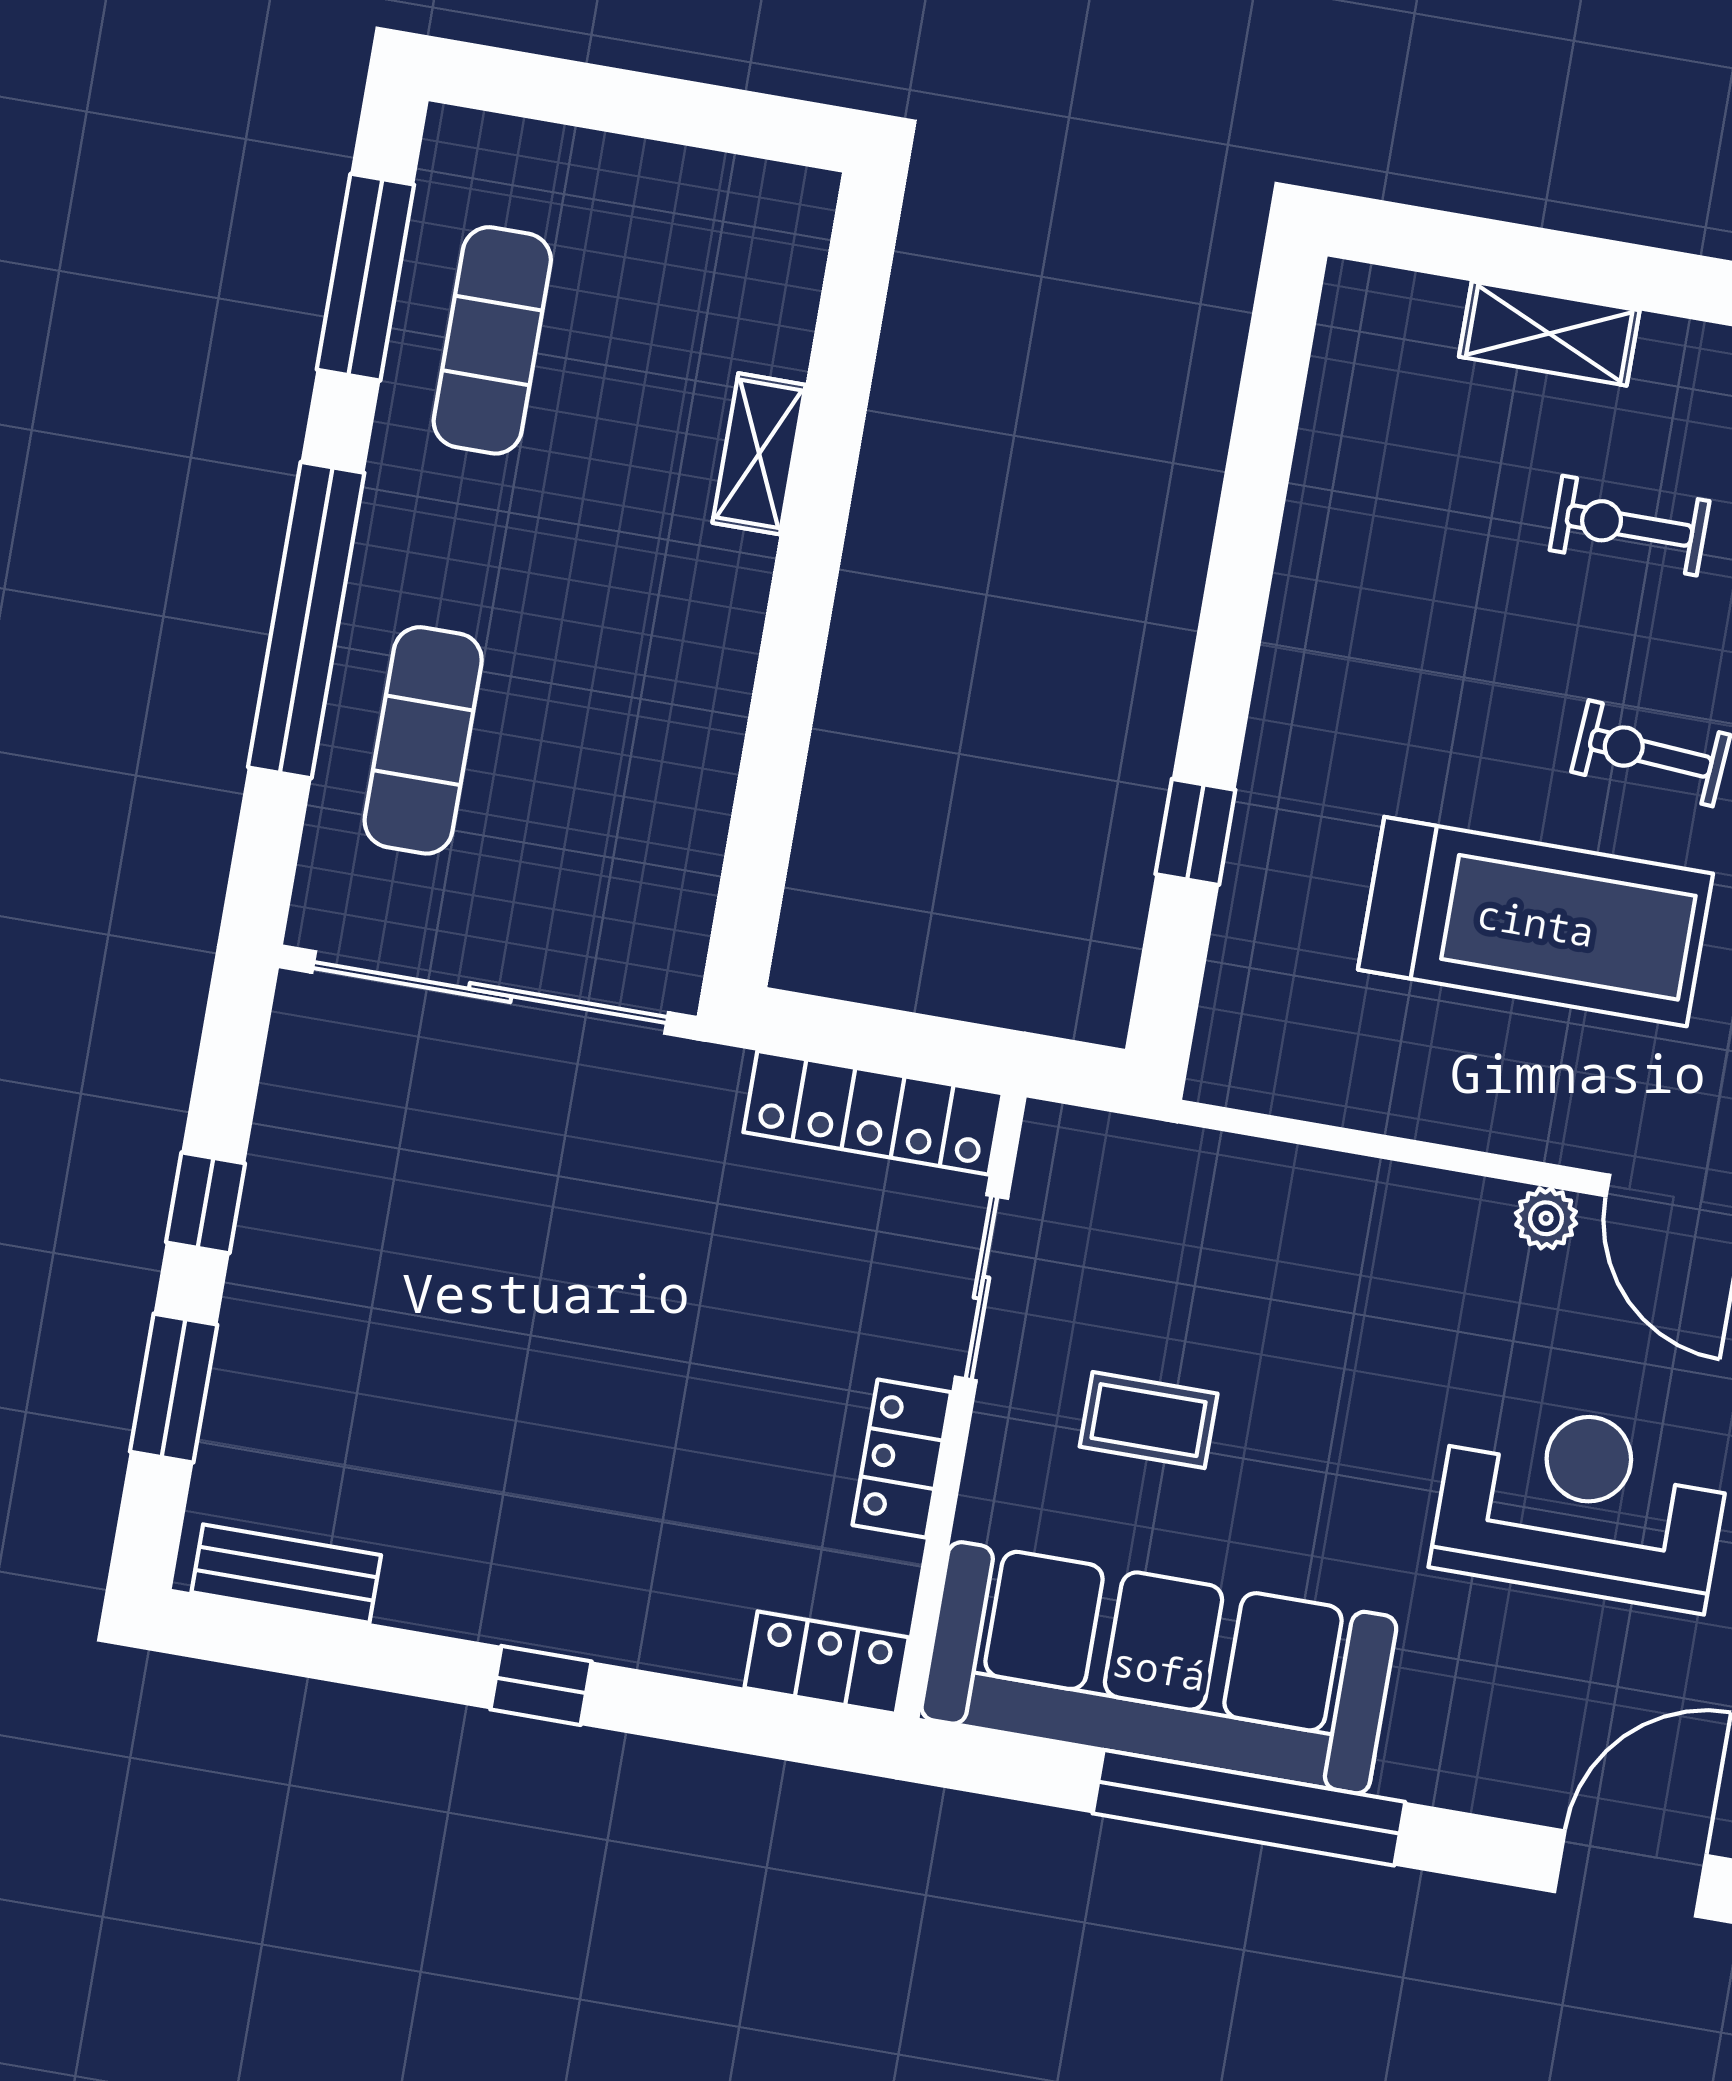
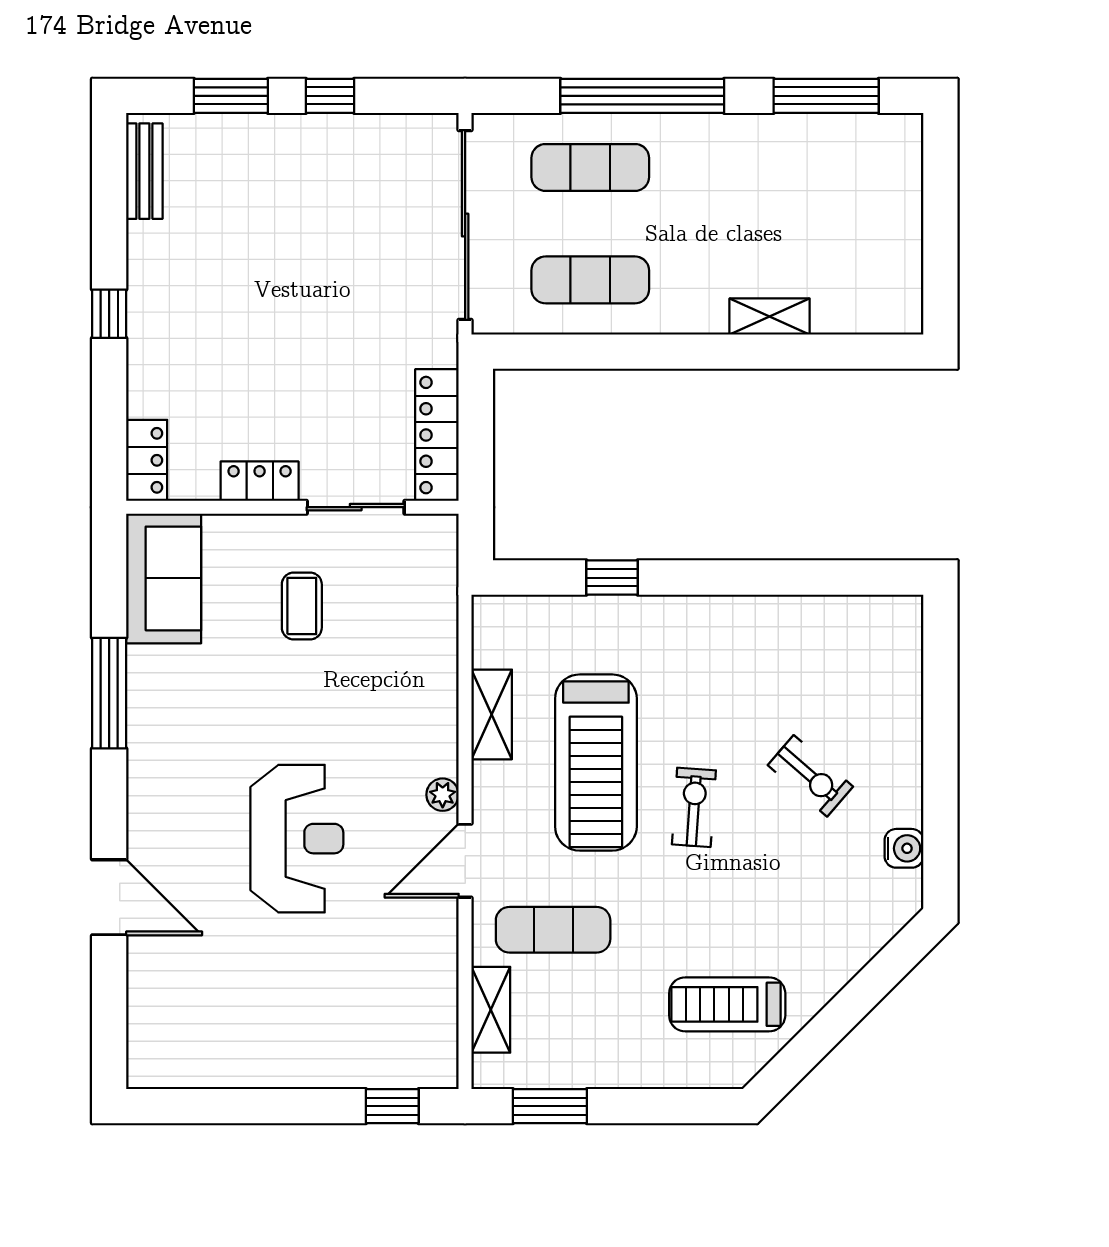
shelving: (1549, 334) -> (492, 714), moved
exercise mat: (492, 340) -> (590, 280), moved
exercise bike: (1630, 526) -> (810, 776), turned 131
sofa: (1159, 1668) -> (164, 578), width x0.54, depth x0.79
window: (1249, 1808) -> (109, 693), width x0.68

